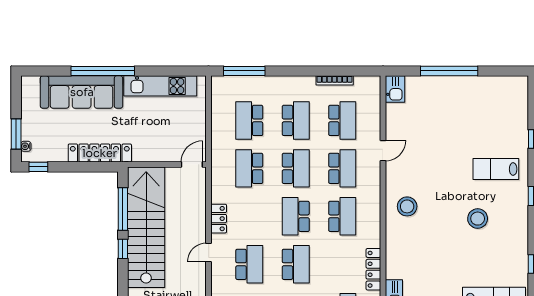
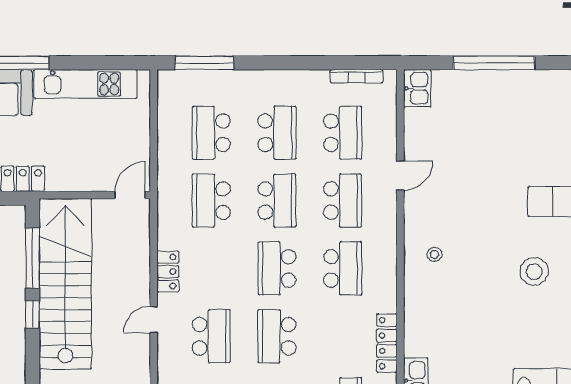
bookcase: (335, 80) -> (356, 76), moved
stool: (407, 206) -> (434, 254), width x0.53, depth x0.53
school desk: (296, 264) -> (277, 336), turned 180

